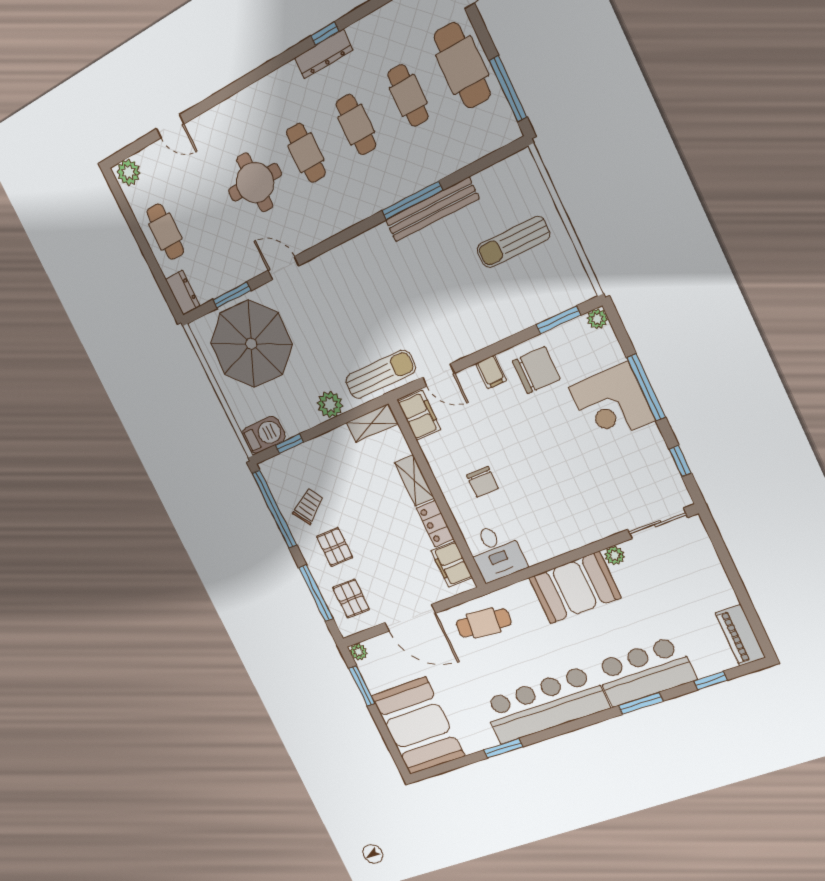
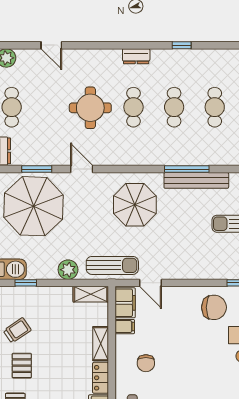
dresser: (324, 54) -> (136, 56), moved, width x0.70
parasol: (370, 282) -> (135, 205), added
filing cabinet: (491, 372) -> (125, 327), moved, turned -90

